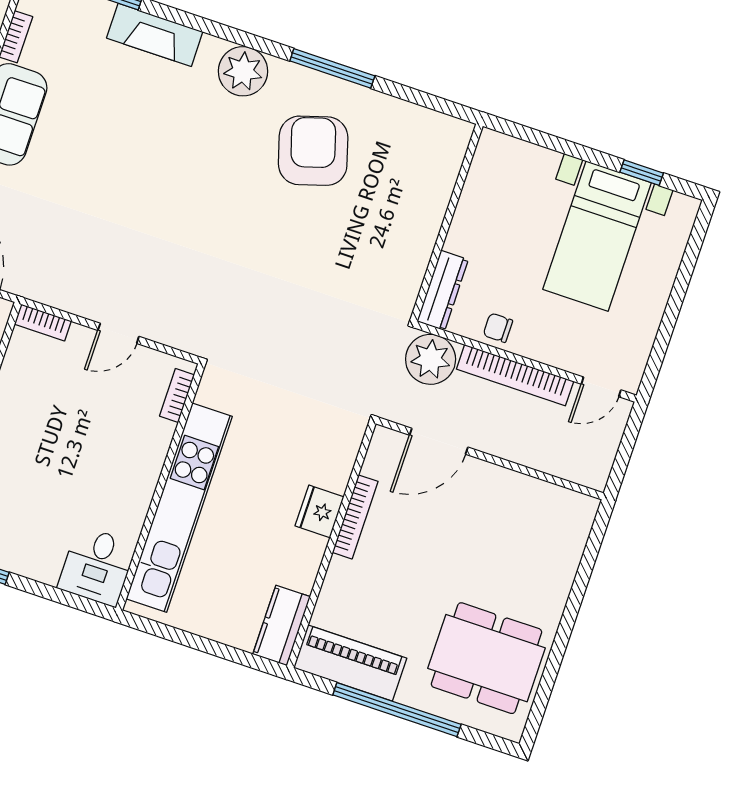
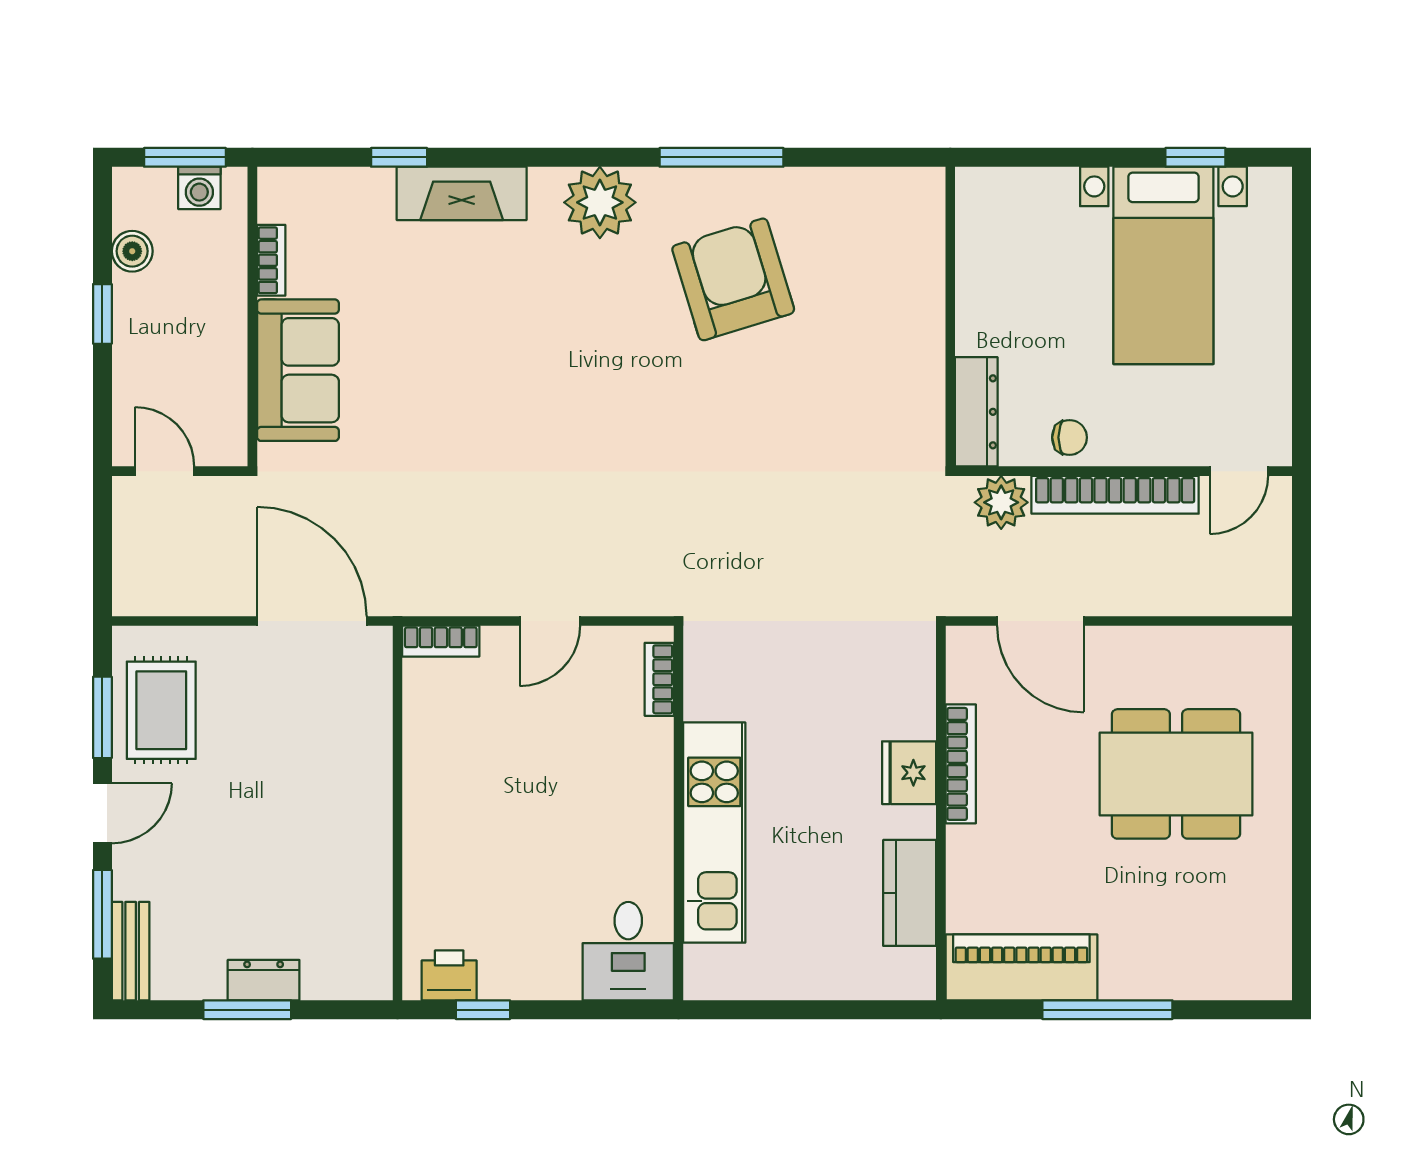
chair: (498, 328) -> (1069, 437), turned 180
plant: (431, 359) -> (1001, 502), width x0.73, depth x0.73
door: (439, 441) -> (1041, 621), hinge flipped
kitchen unit: (179, 508) -> (714, 833), width x0.73
kitchen counter: (282, 625) -> (910, 893), moved
dining table: (487, 658) -> (1176, 774), moved
window: (397, 710) -> (1107, 1010), width x0.68

